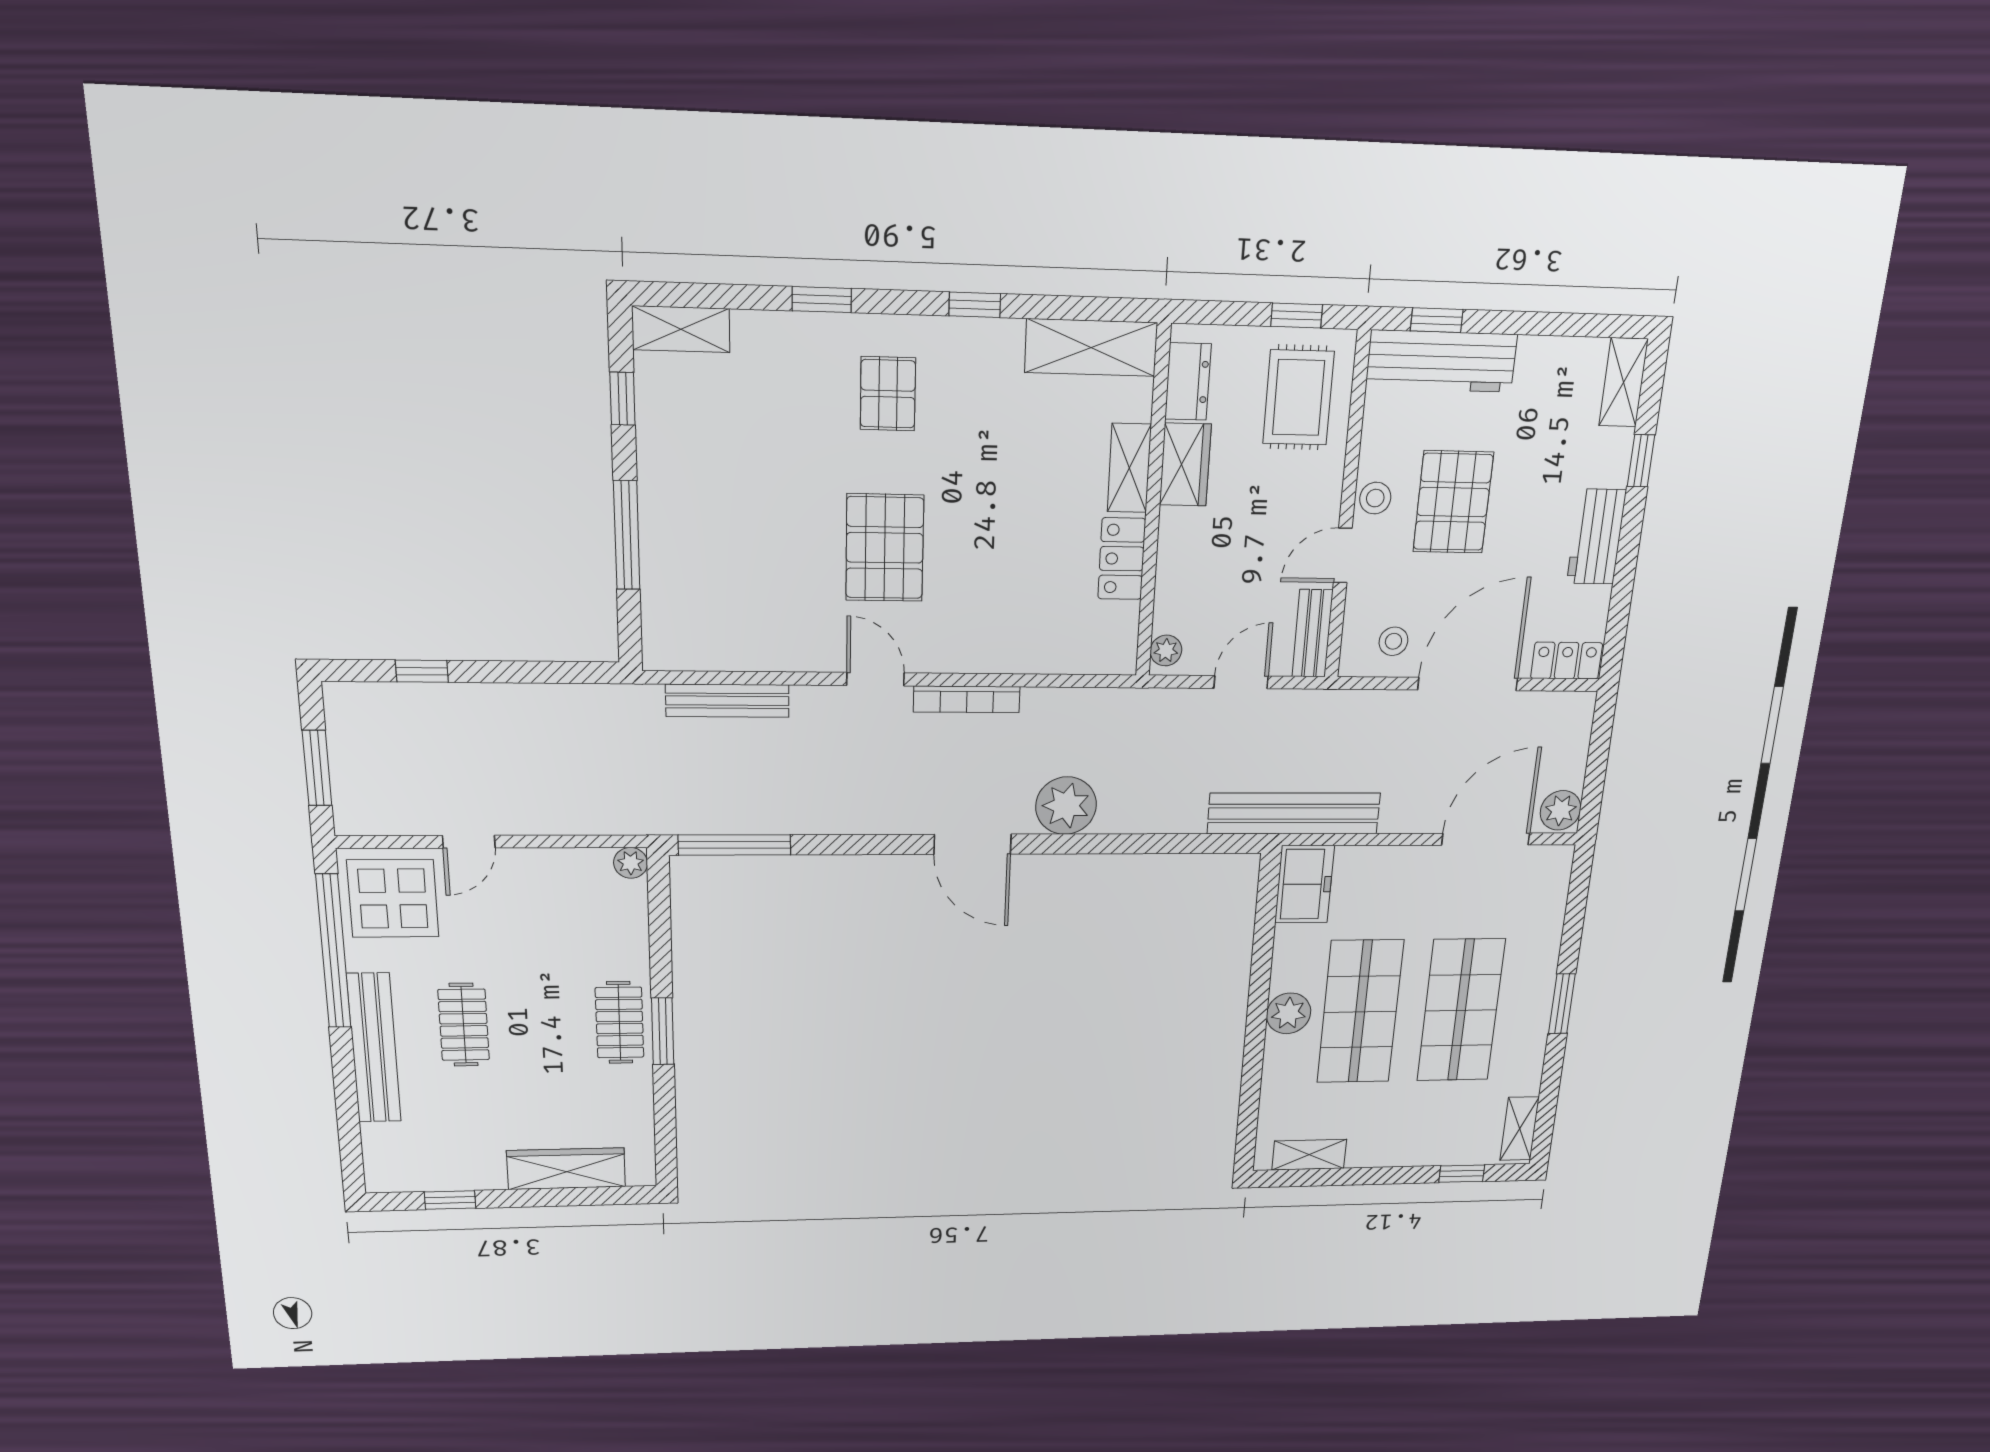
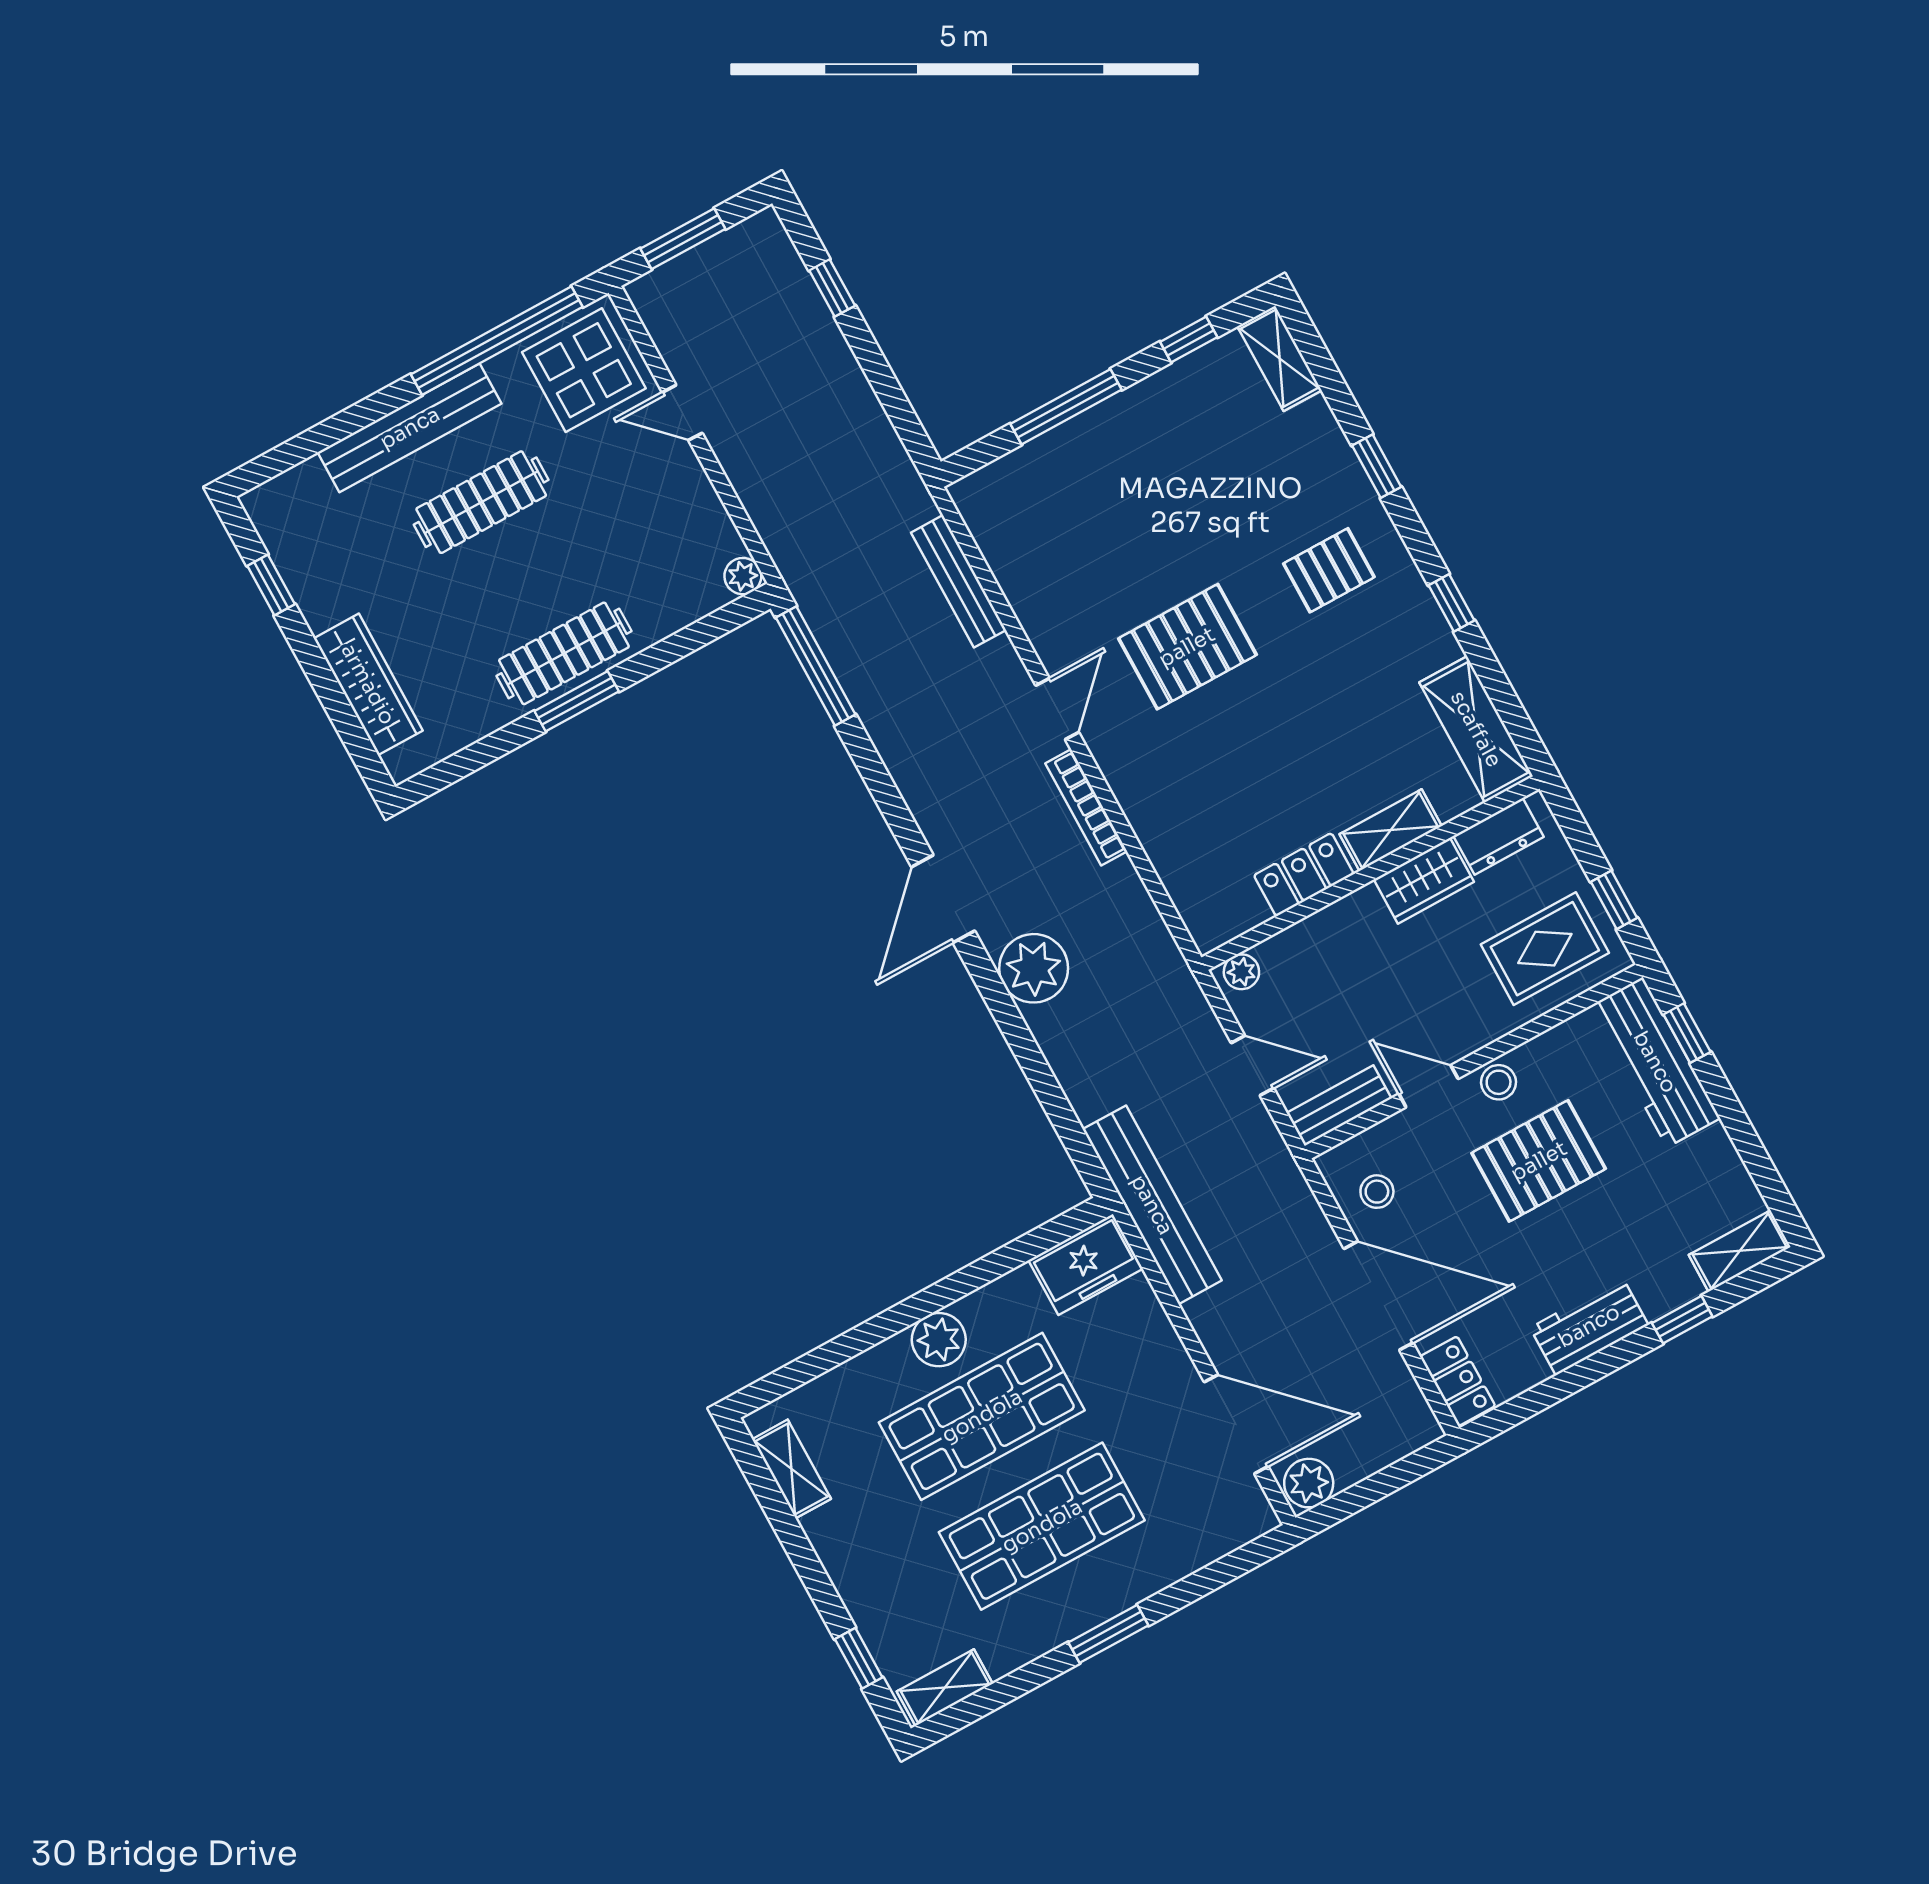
clothes rail: (620, 1023) -> (564, 653), width x1.36
clothes rail: (464, 1025) -> (481, 502), width x1.36

